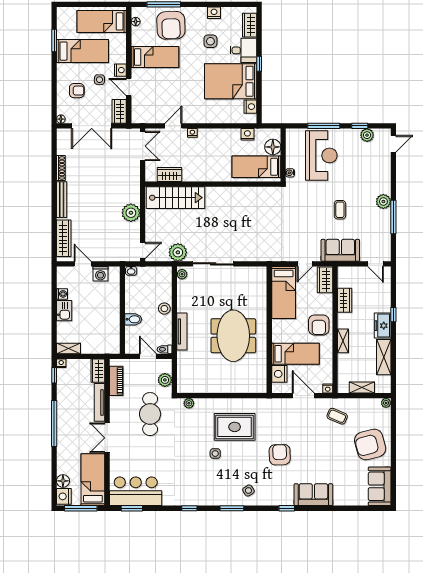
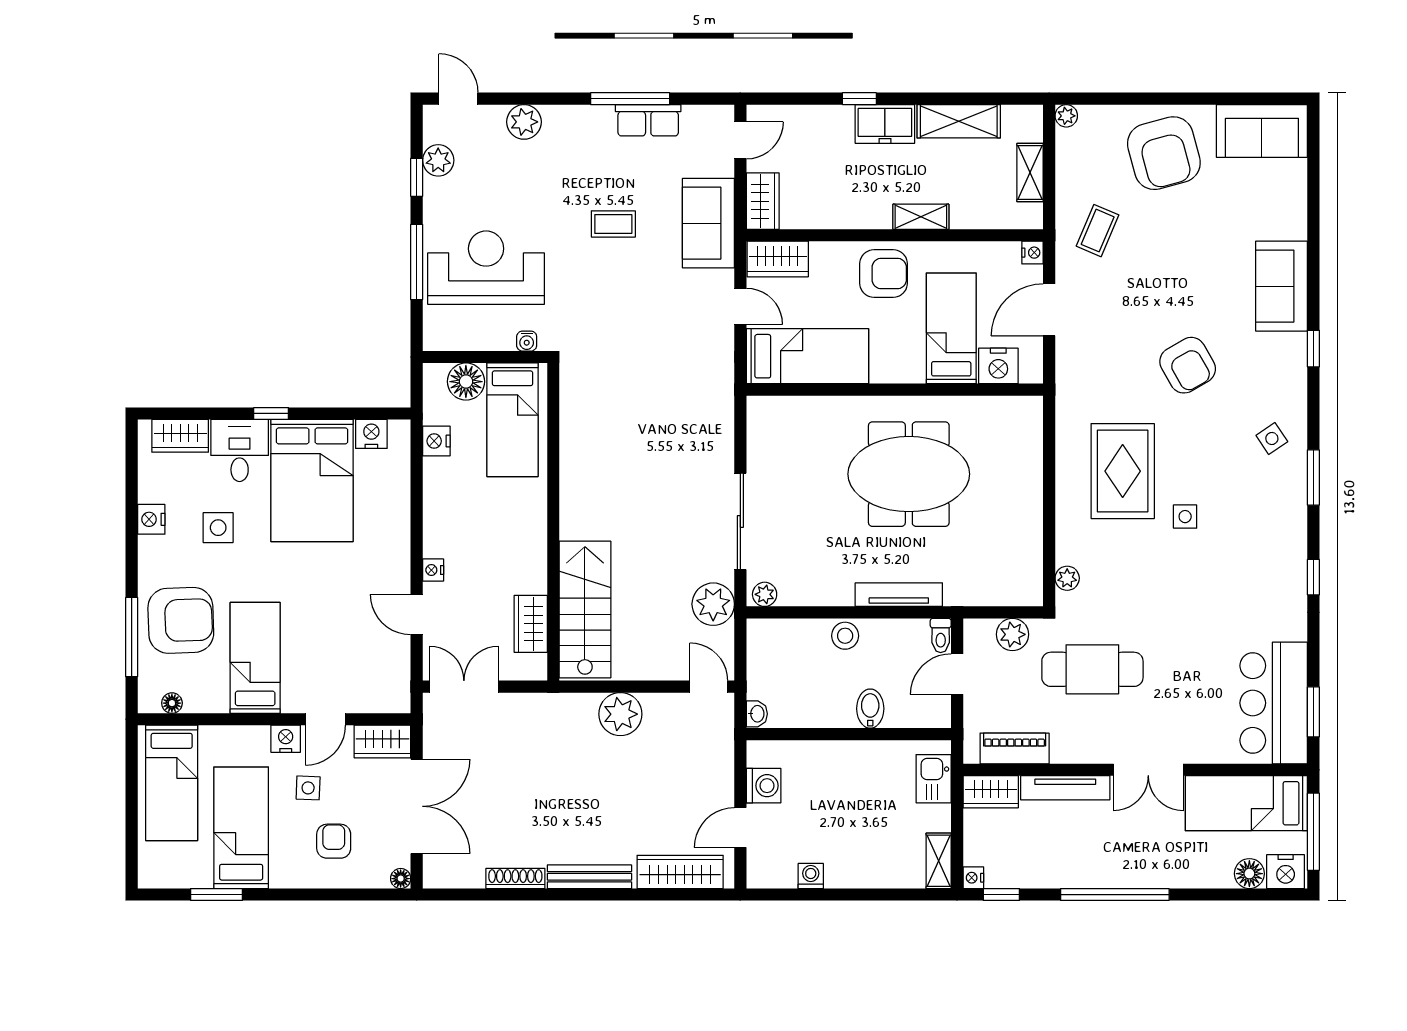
plant: (383, 202) -> (524, 122), moved
row of seats: (384, 225) -> (648, 120), added
wardrobe: (345, 300) -> (763, 201), moved, turned 90
kitchen sink: (64, 311) -> (934, 779), moved, turned -90
armchair: (280, 455) -> (1188, 365), turned -118

